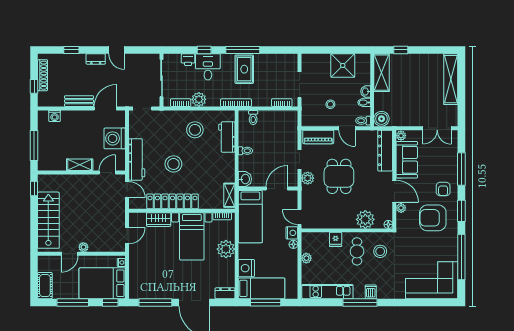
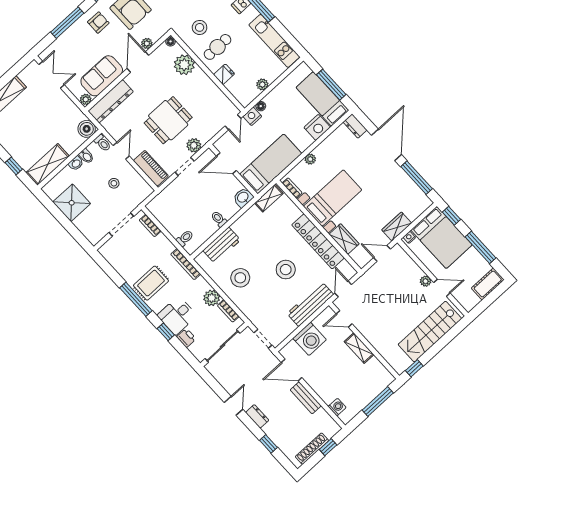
plant: (226, 249) -> (310, 159), width x0.53, depth x0.53
wardrobe: (136, 261) -> (397, 227), added

